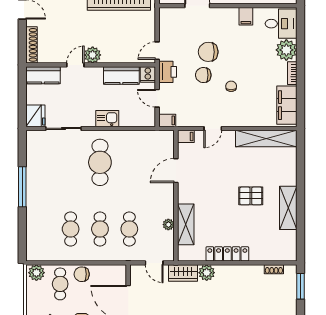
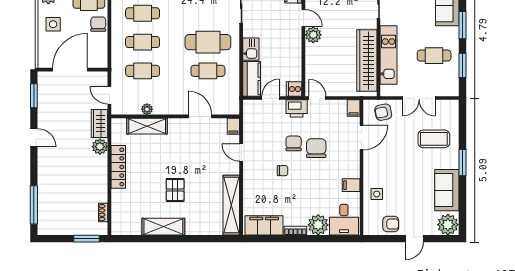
kitchen counter: (121, 76) -> (252, 79), moved, turned 180
filing cabinet: (167, 120) -> (354, 108), moved
cafe table: (129, 162) -> (208, 71), added
door: (154, 263) -> (109, 95), hinge flipped

